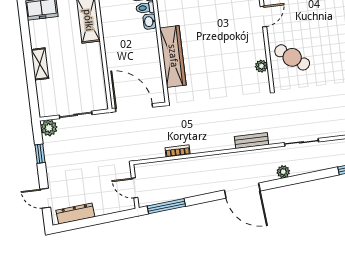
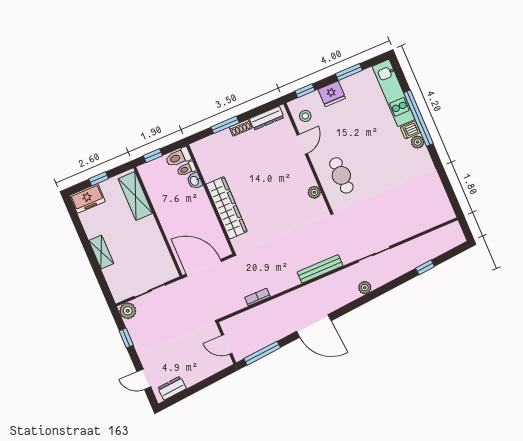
cafe table: (292, 57) -> (341, 175), turned 52
bench: (251, 141) -> (320, 269), width x1.36
door: (242, 191) -> (314, 326), moved
dresser: (75, 214) -> (172, 388), width x0.70

